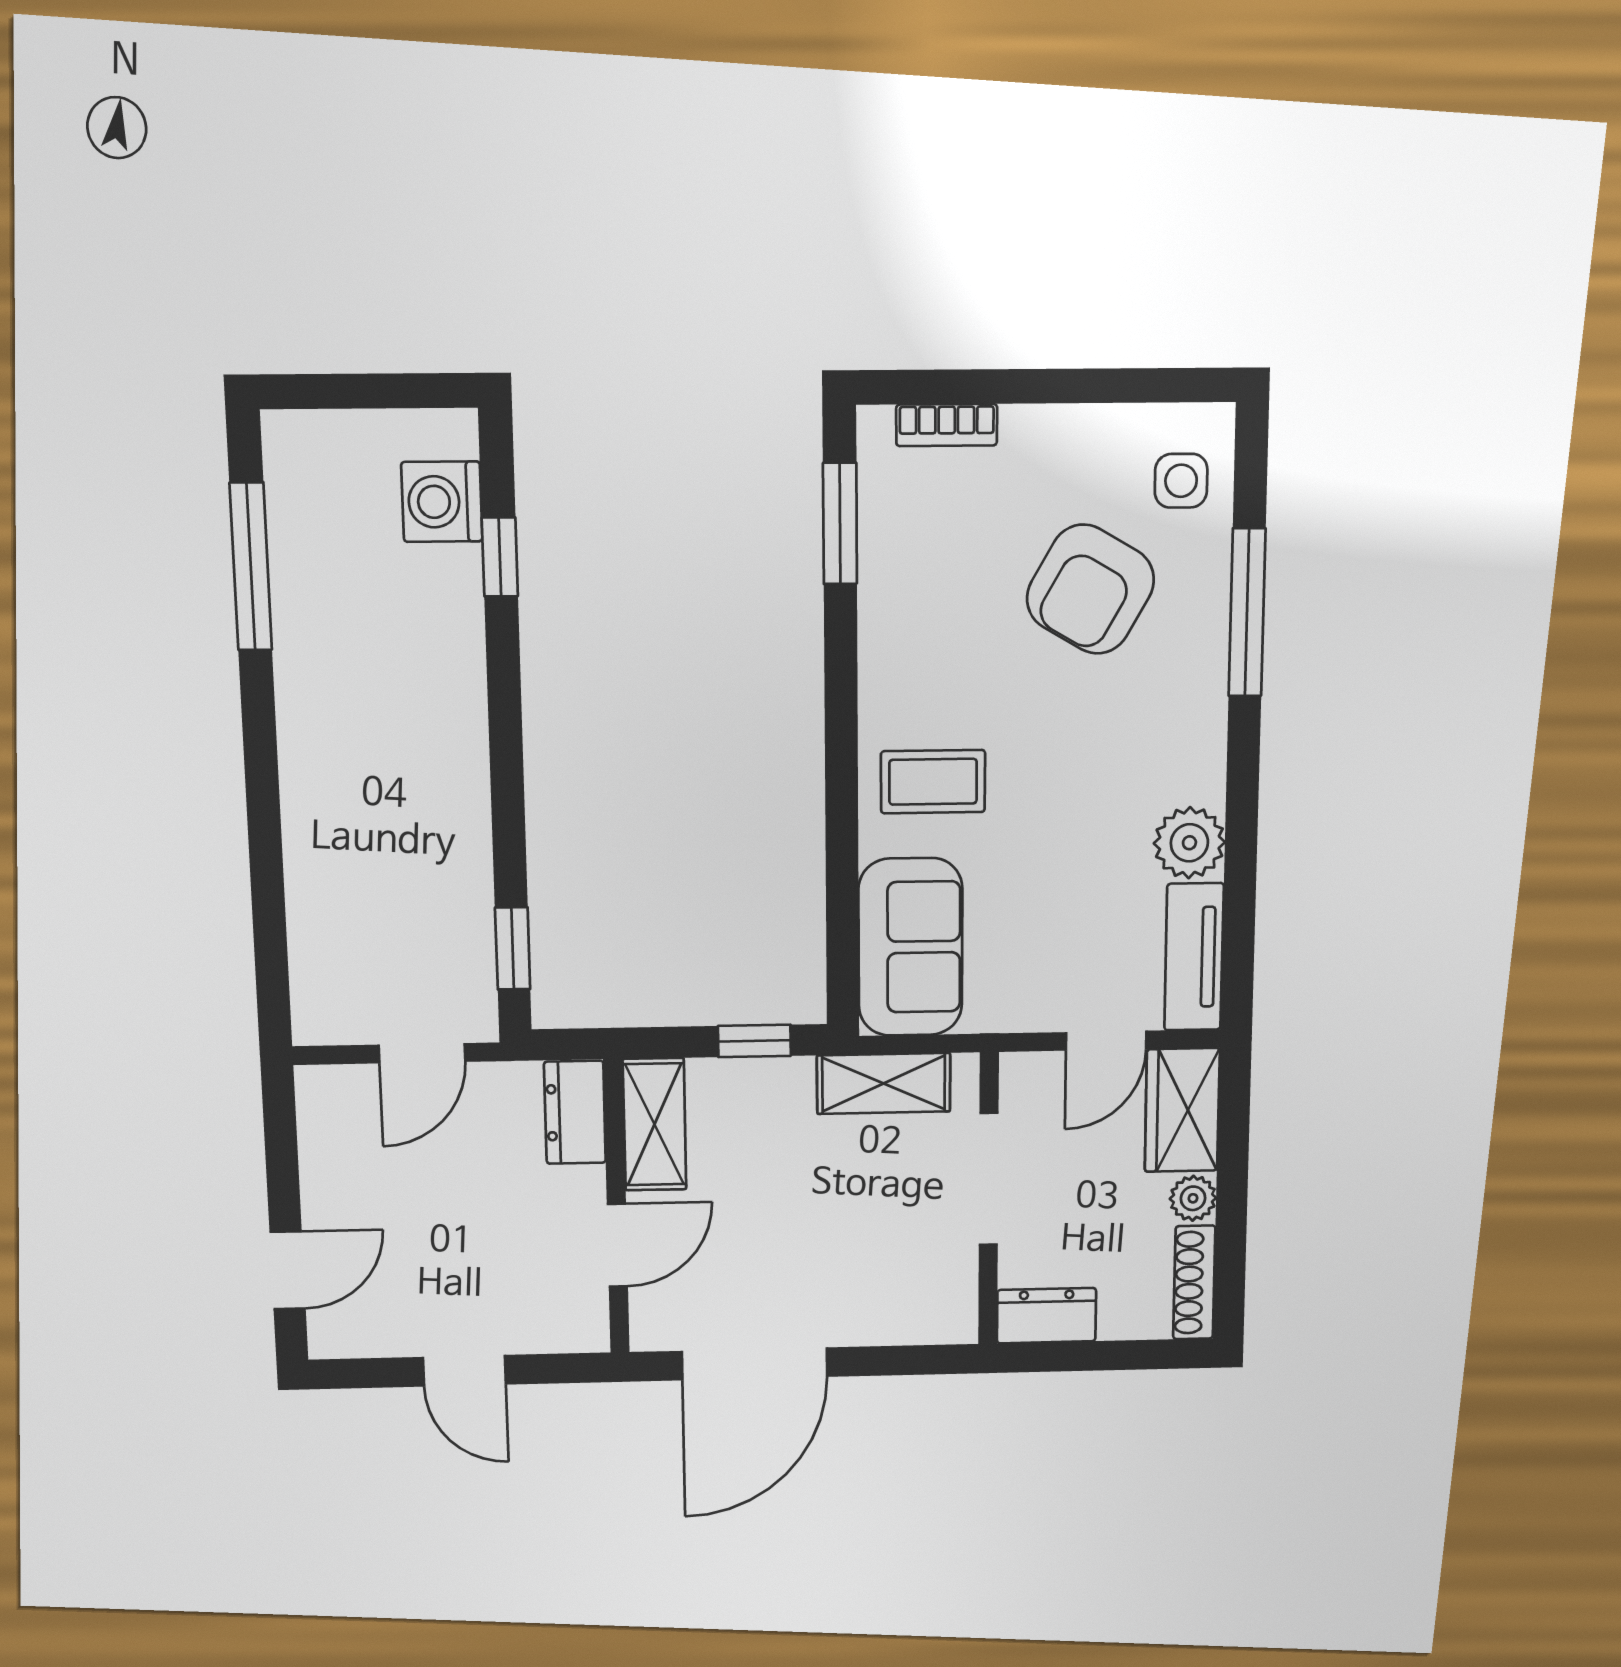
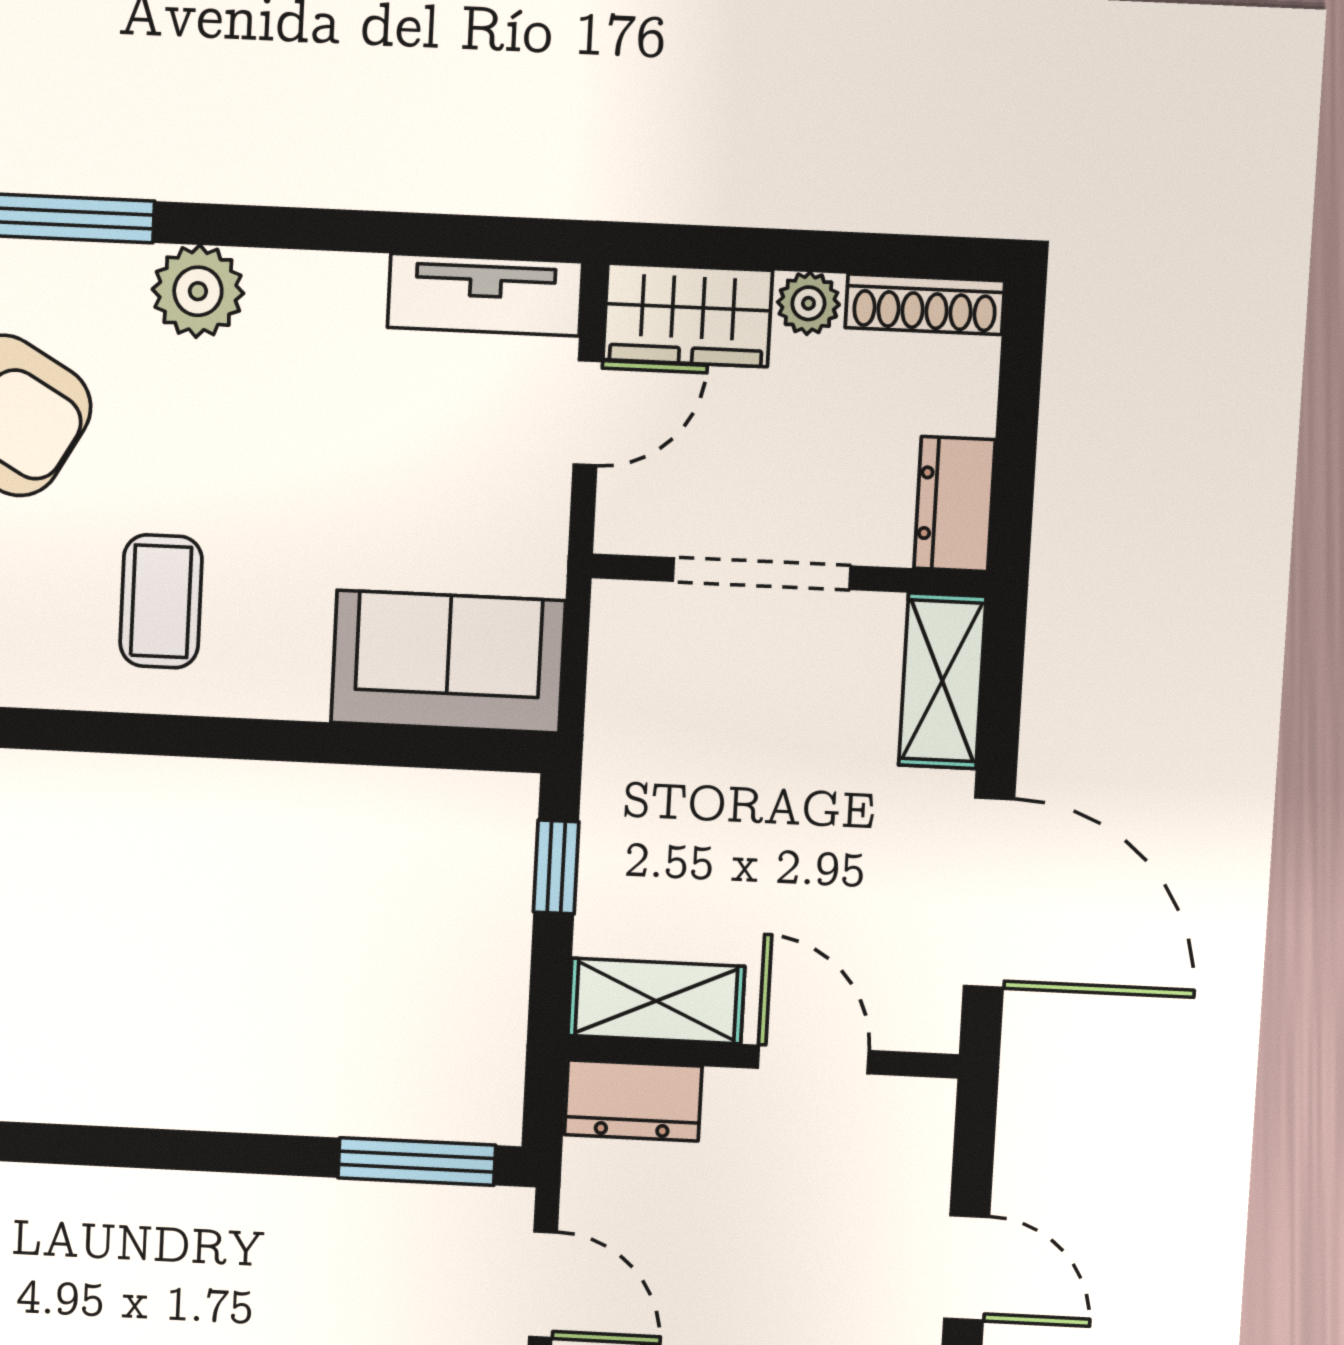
coffee table: (933, 782) -> (161, 601), moved
plant: (1189, 843) -> (198, 291), moved
window: (513, 948) -> (417, 1162), width x1.50
door: (1106, 1041) -> (588, 413), hinge flipped
shelving: (884, 1083) -> (942, 681), moved
door: (464, 1371) -> (967, 1268), hinge flipped

